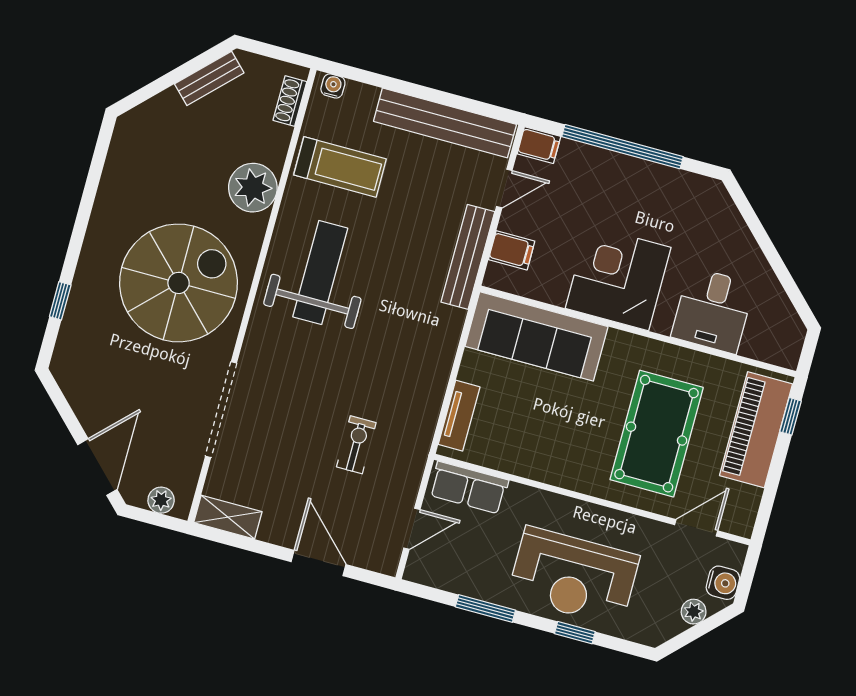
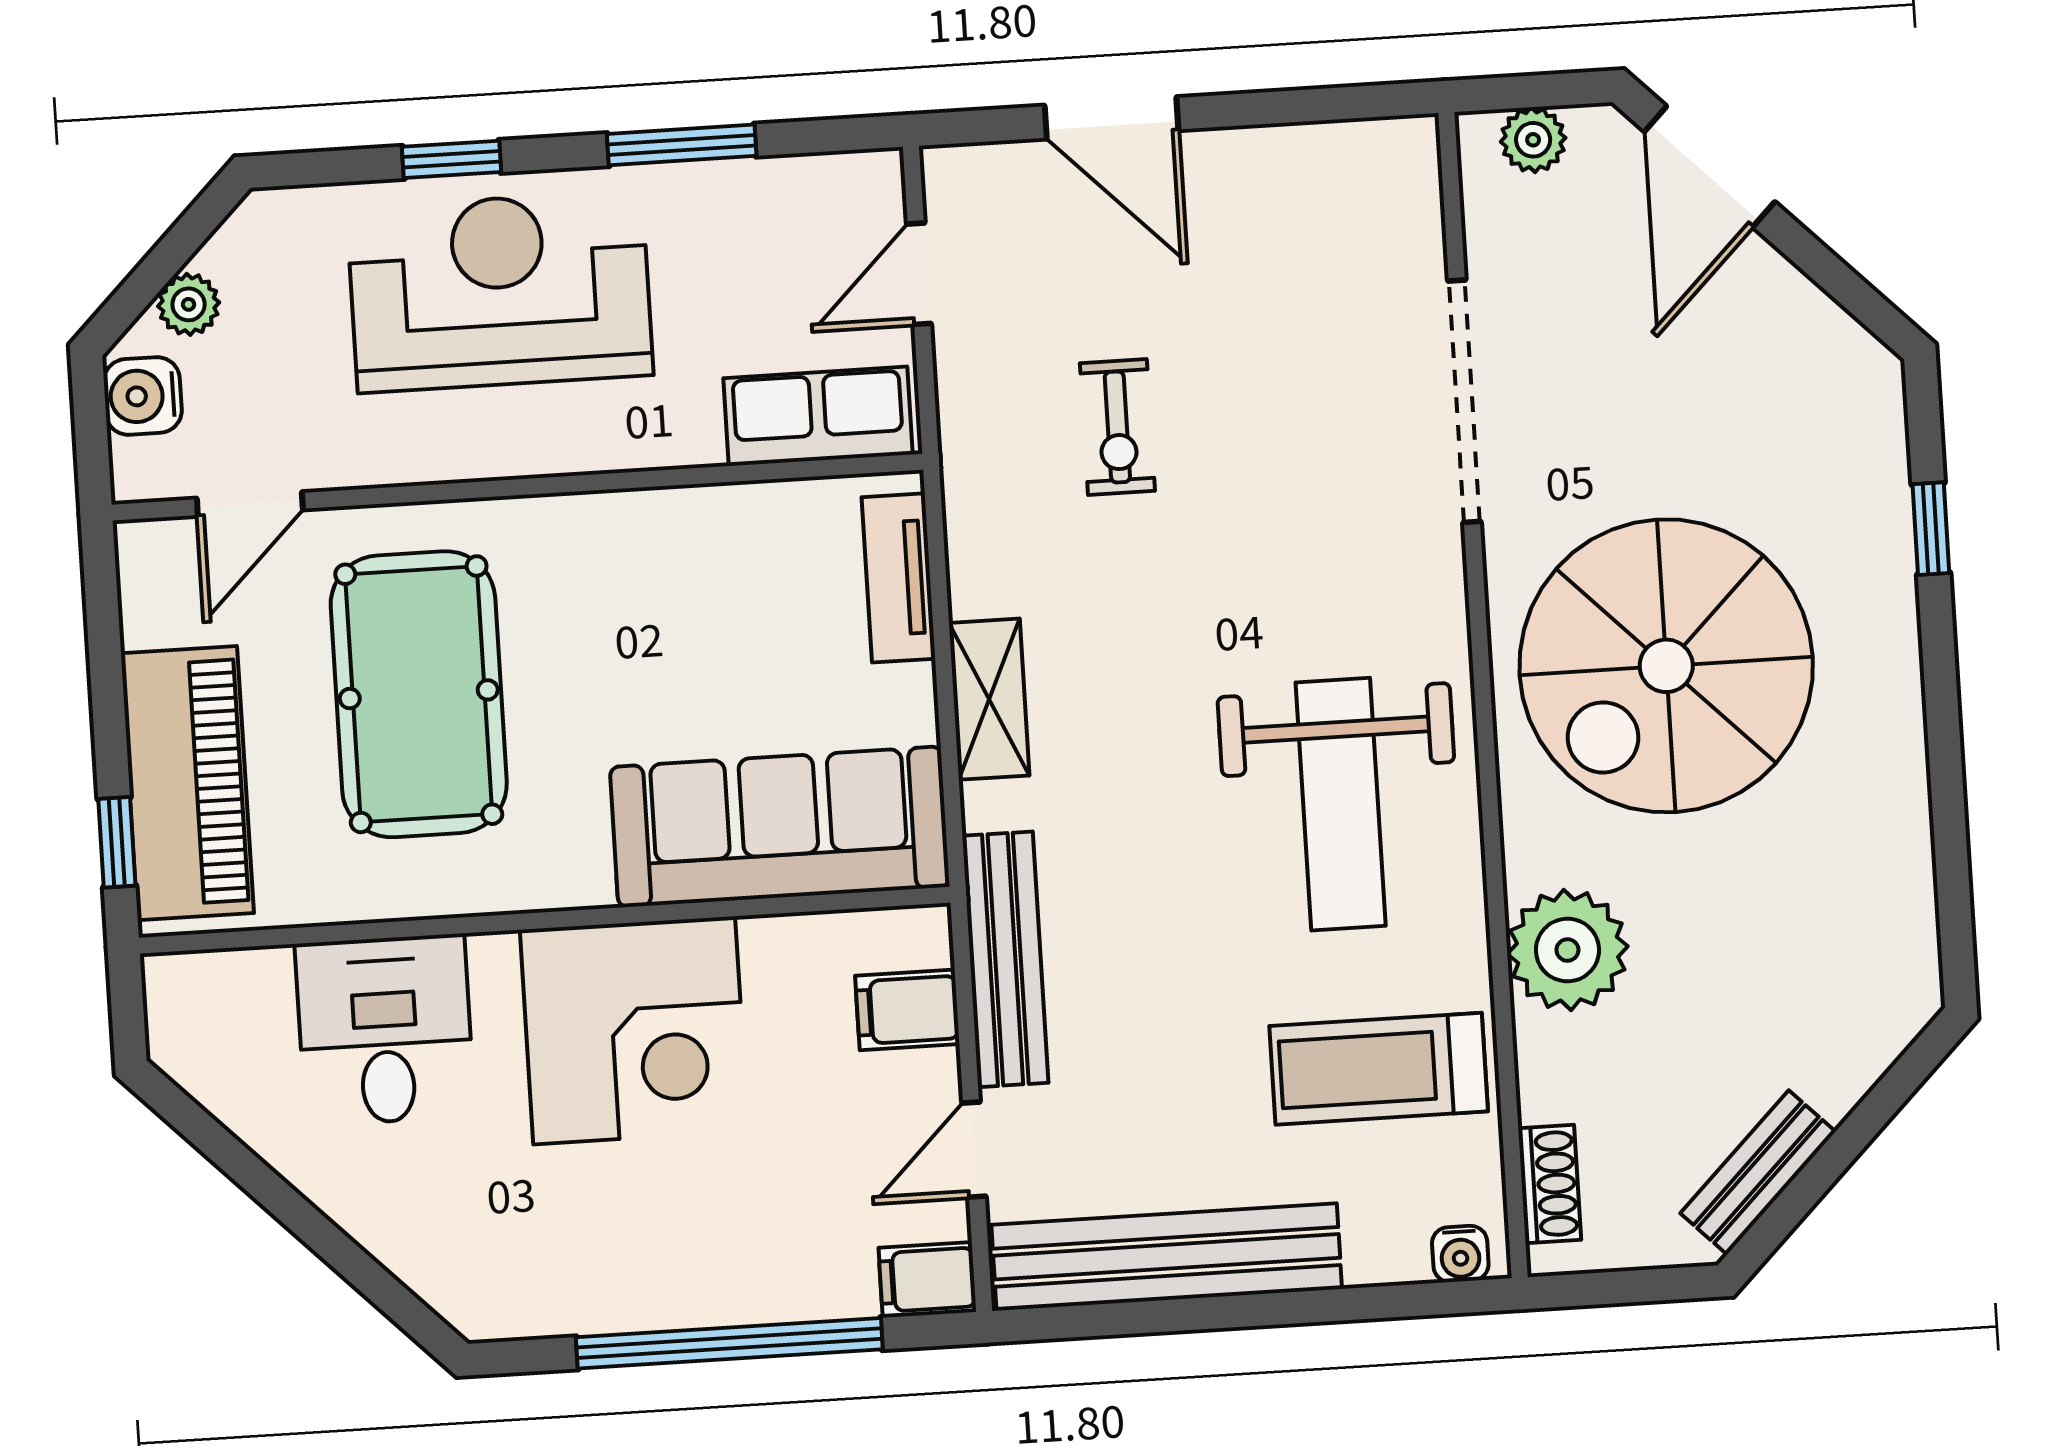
shelving: (228, 517) -> (989, 699), moved, turned 90

